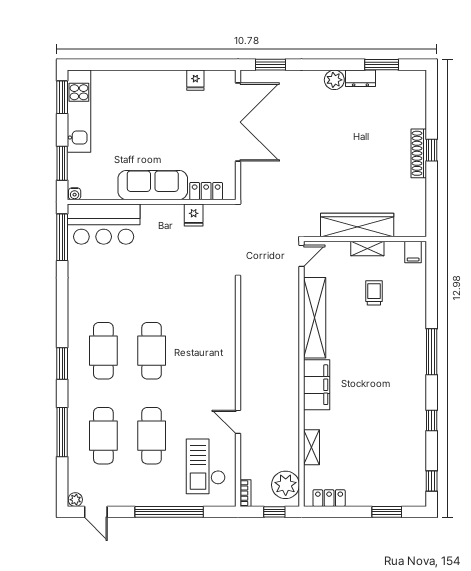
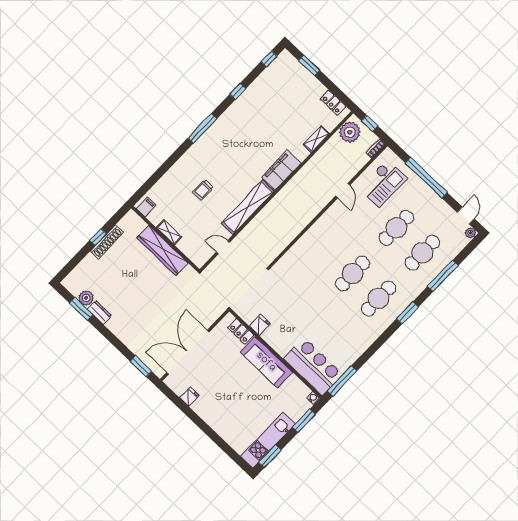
plant: (334, 80) -> (86, 298), moved
wardrobe: (357, 225) -> (162, 250), moved
wall: (365, 239) -> (165, 239), moved
shelving: (367, 248) -> (169, 232), moved
filing cabinet: (413, 252) -> (146, 207), moved

